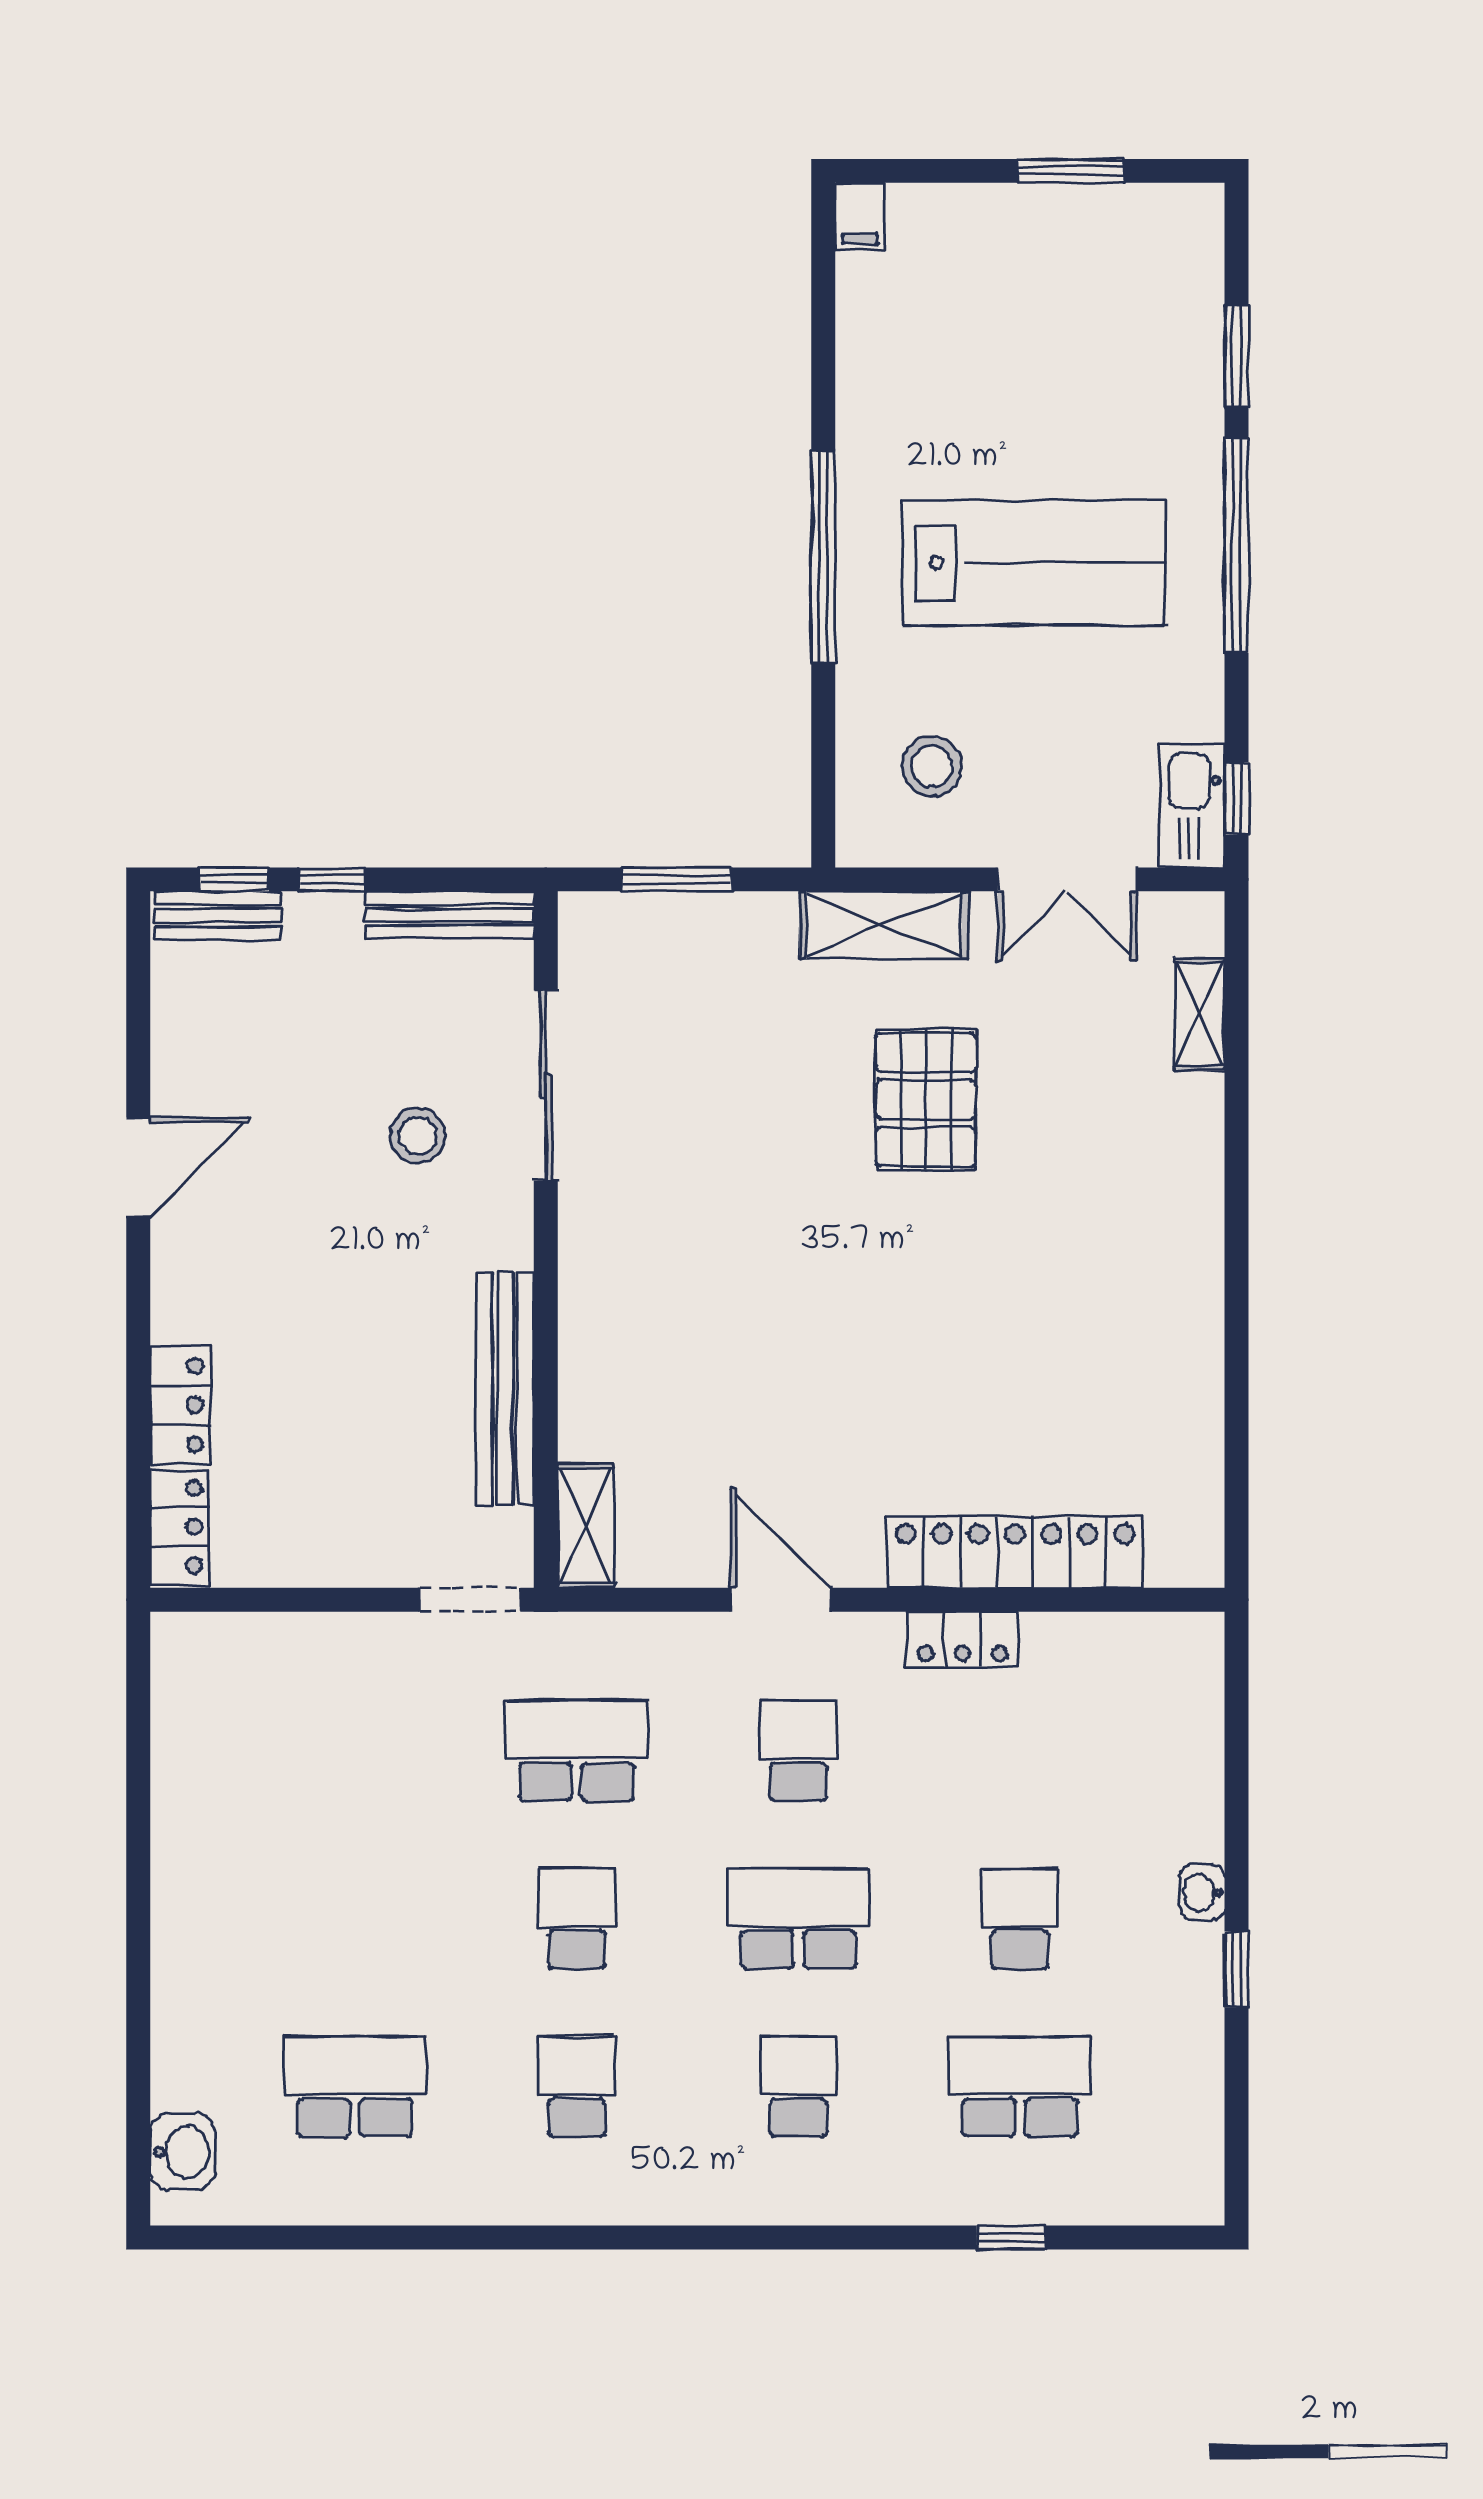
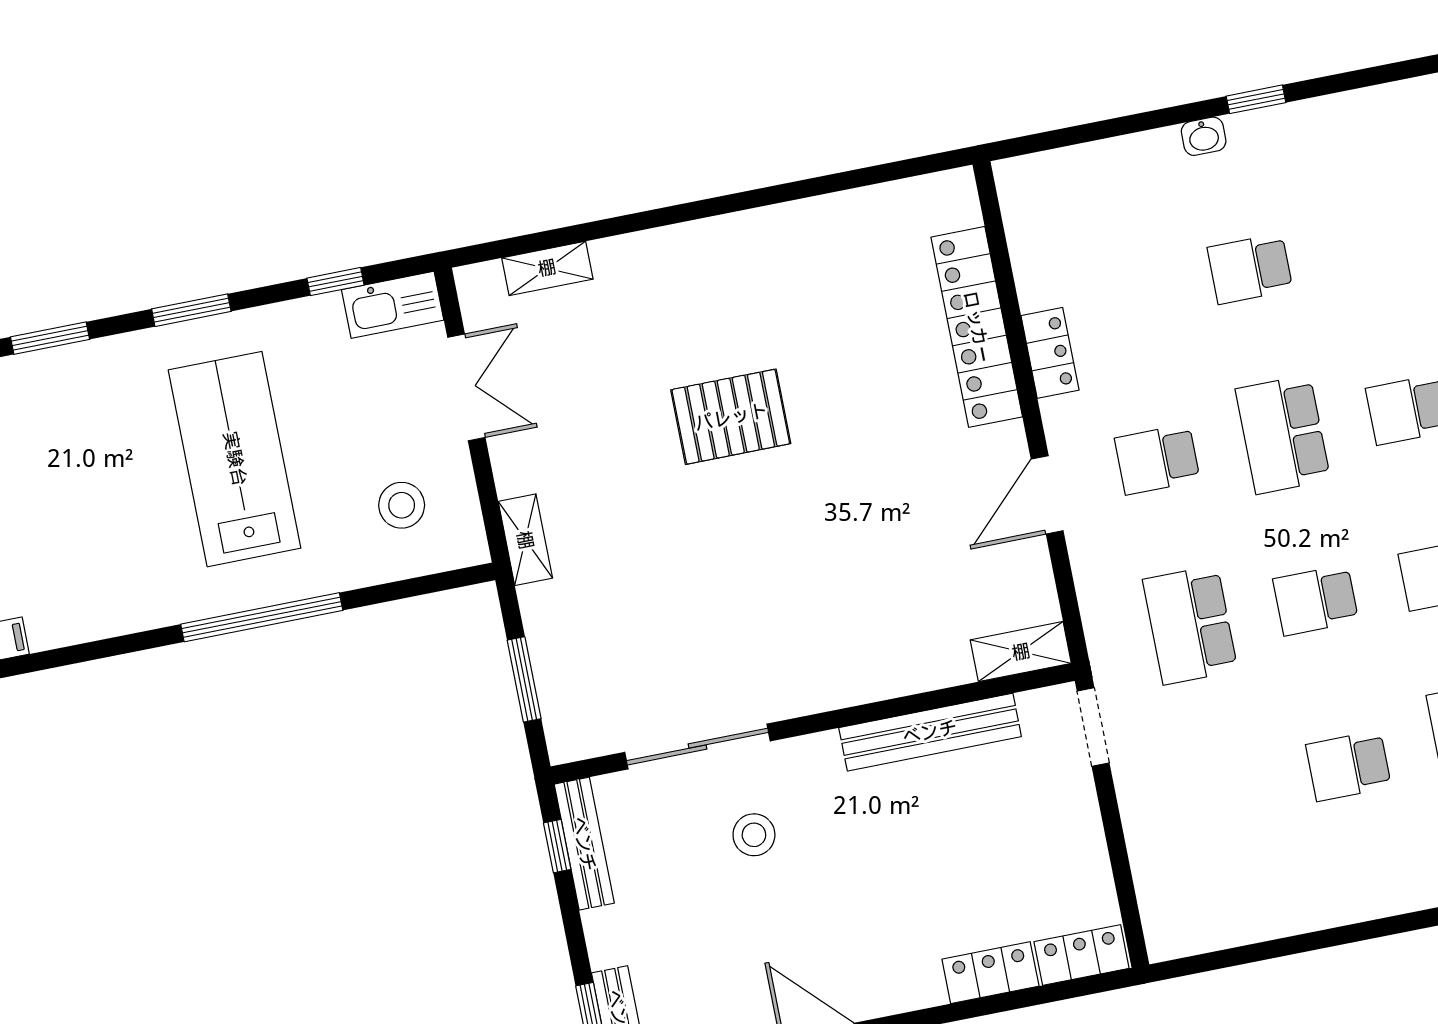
window: (1237, 545) -> (191, 310), width x0.47
window: (1237, 798) -> (335, 282), moved
window: (333, 879) -> (557, 846), moved
shelving: (884, 925) -> (525, 540), width x0.67, depth x0.75
pallet: (926, 1100) -> (731, 417), moved
school desk: (1020, 2087) -> (1348, 766), moved, width x0.54

